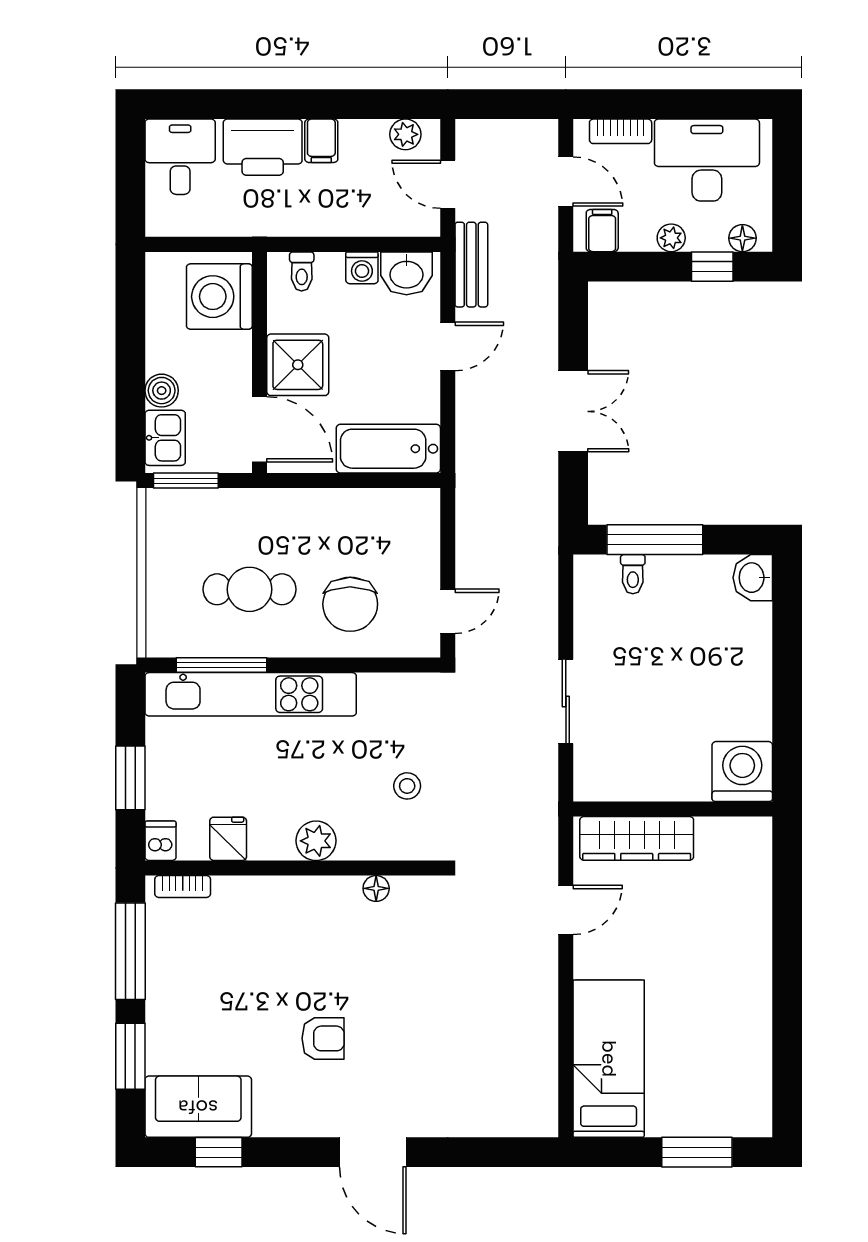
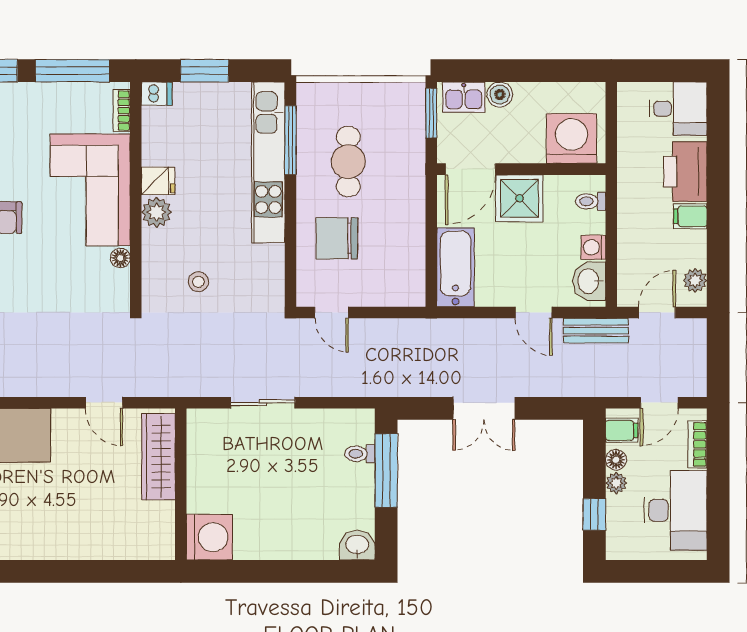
floor lamp: (742, 238) -> (616, 460), moved
fridge: (228, 839) -> (158, 181), moved
corner sofa: (287, 928) -> (90, 190), added

